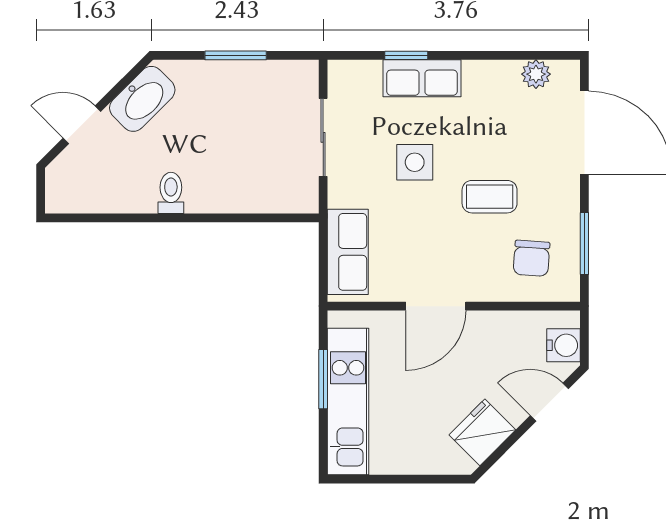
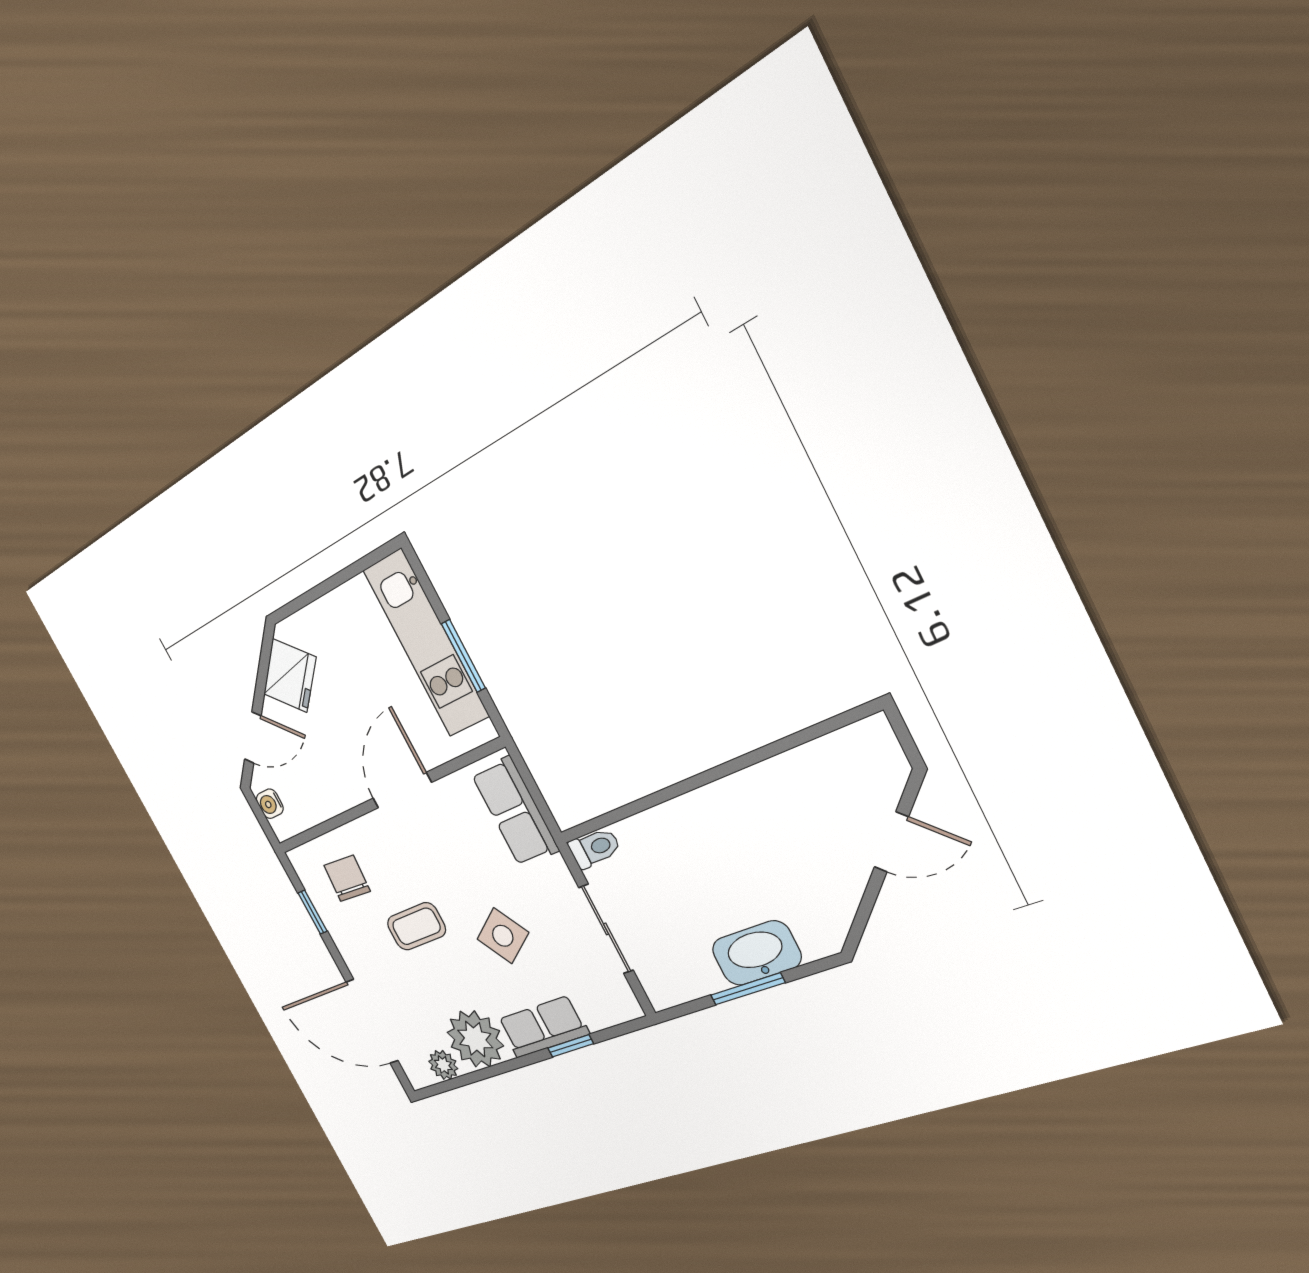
plant: (491, 87) -> (475, 1039), added
washbasin: (142, 99) -> (757, 953), moved, turned 45
side table: (415, 162) -> (503, 936), turned -33
toilet: (171, 193) -> (595, 848), moved, turned -90
window: (584, 244) -> (313, 912), width x0.67
water cooler: (563, 345) -> (270, 804), width x0.72, depth x0.72

